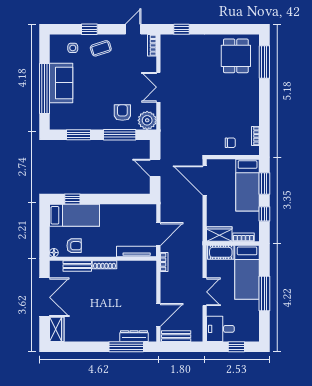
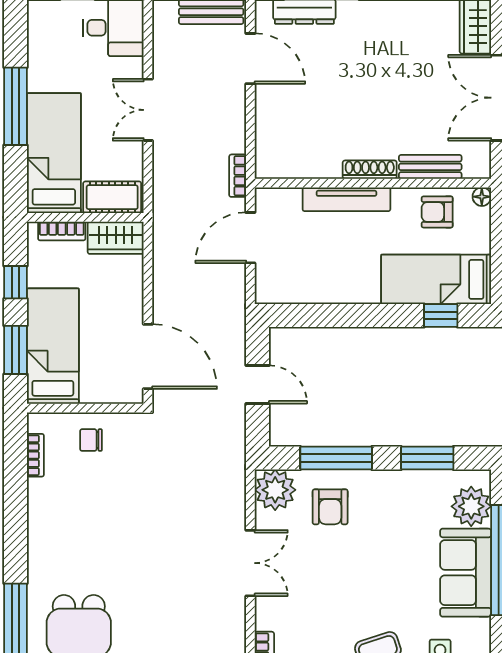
plant: (59, 113) -> (471, 506), added
tv unit: (137, 251) -> (346, 199), moved
door: (158, 315) -> (250, 59), swing flipped

